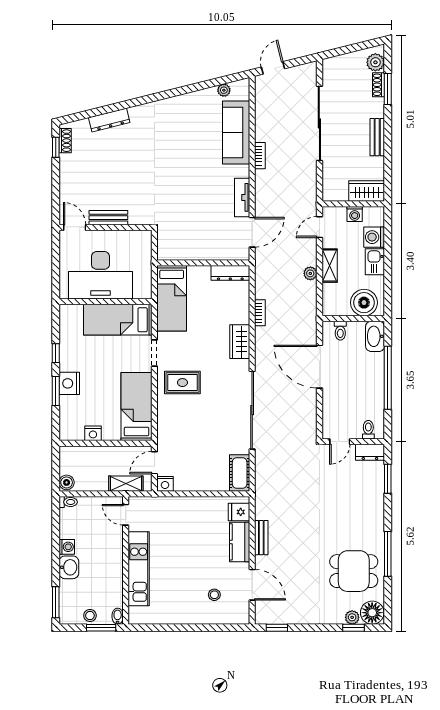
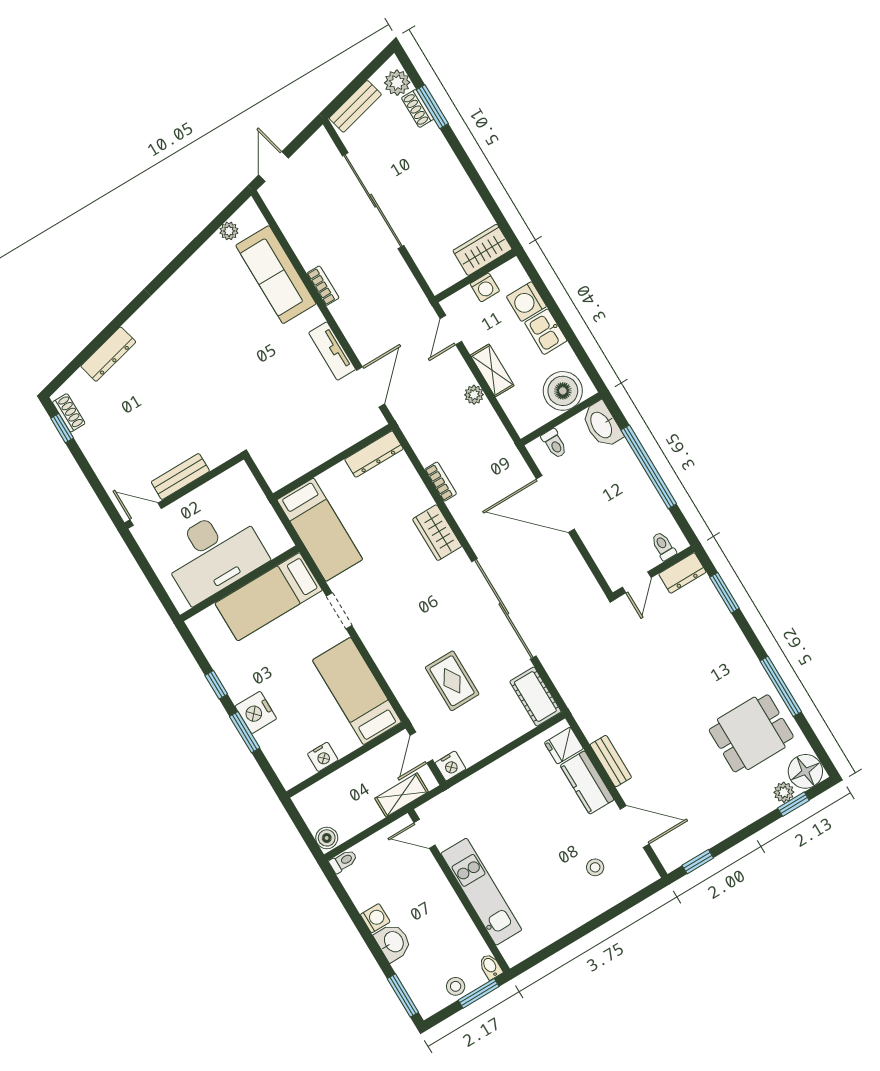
bench: (377, 137) -> (355, 106), moved, turned 76
rug: (182, 383) -> (452, 681), moved, turned 90

